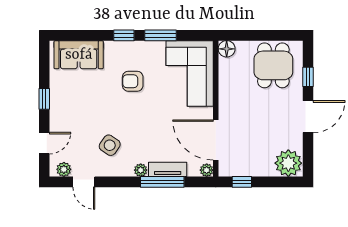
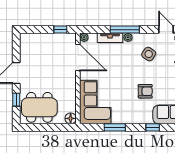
window: (124, 35) -> (153, 127), moved
dining table: (273, 65) -> (39, 107), width x1.38
armchair: (133, 81) -> (145, 91), moved
plant: (288, 163) -> (29, 42), removed
window: (162, 182) -> (125, 30), moved

